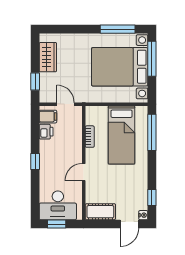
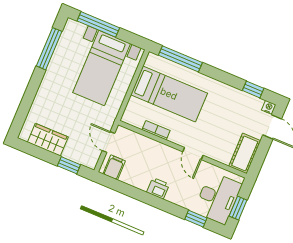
bed with nightstands: (120, 67) -> (102, 68), width x0.73
door: (66, 104) -> (109, 142), hinge flipped
printer: (46, 132) -> (158, 188), moved
window: (35, 161) -> (196, 219), moved

